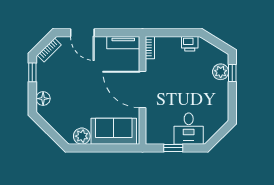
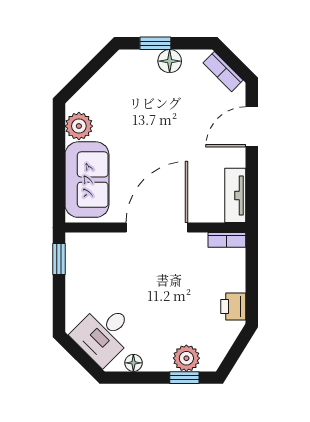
window: (32, 72) -> (155, 43), moved
floor lamp: (43, 99) -> (170, 61), moved
floor lamp: (223, 103) -> (133, 363), added
desk: (189, 129) -> (104, 334), moved, turned -45
window: (173, 148) -> (59, 259), moved

